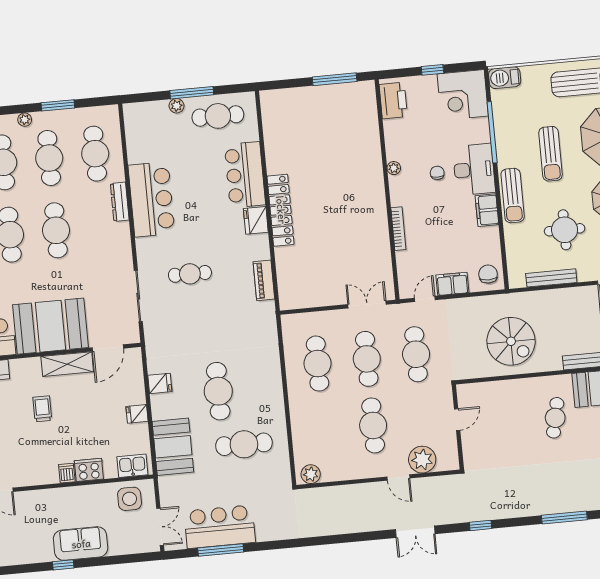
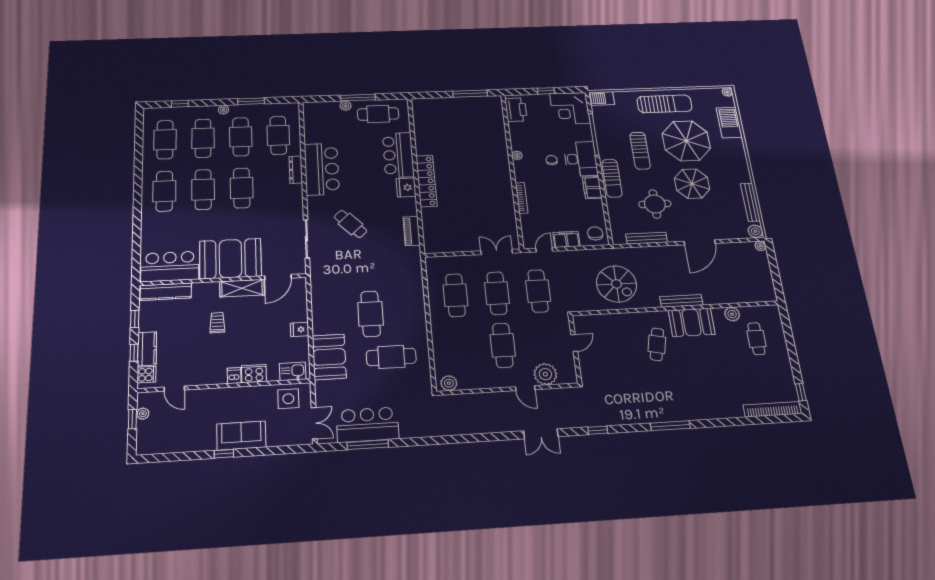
cafe table: (190, 274) -> (351, 224), turned 46
fridge: (160, 383) -> (321, 306), removed

